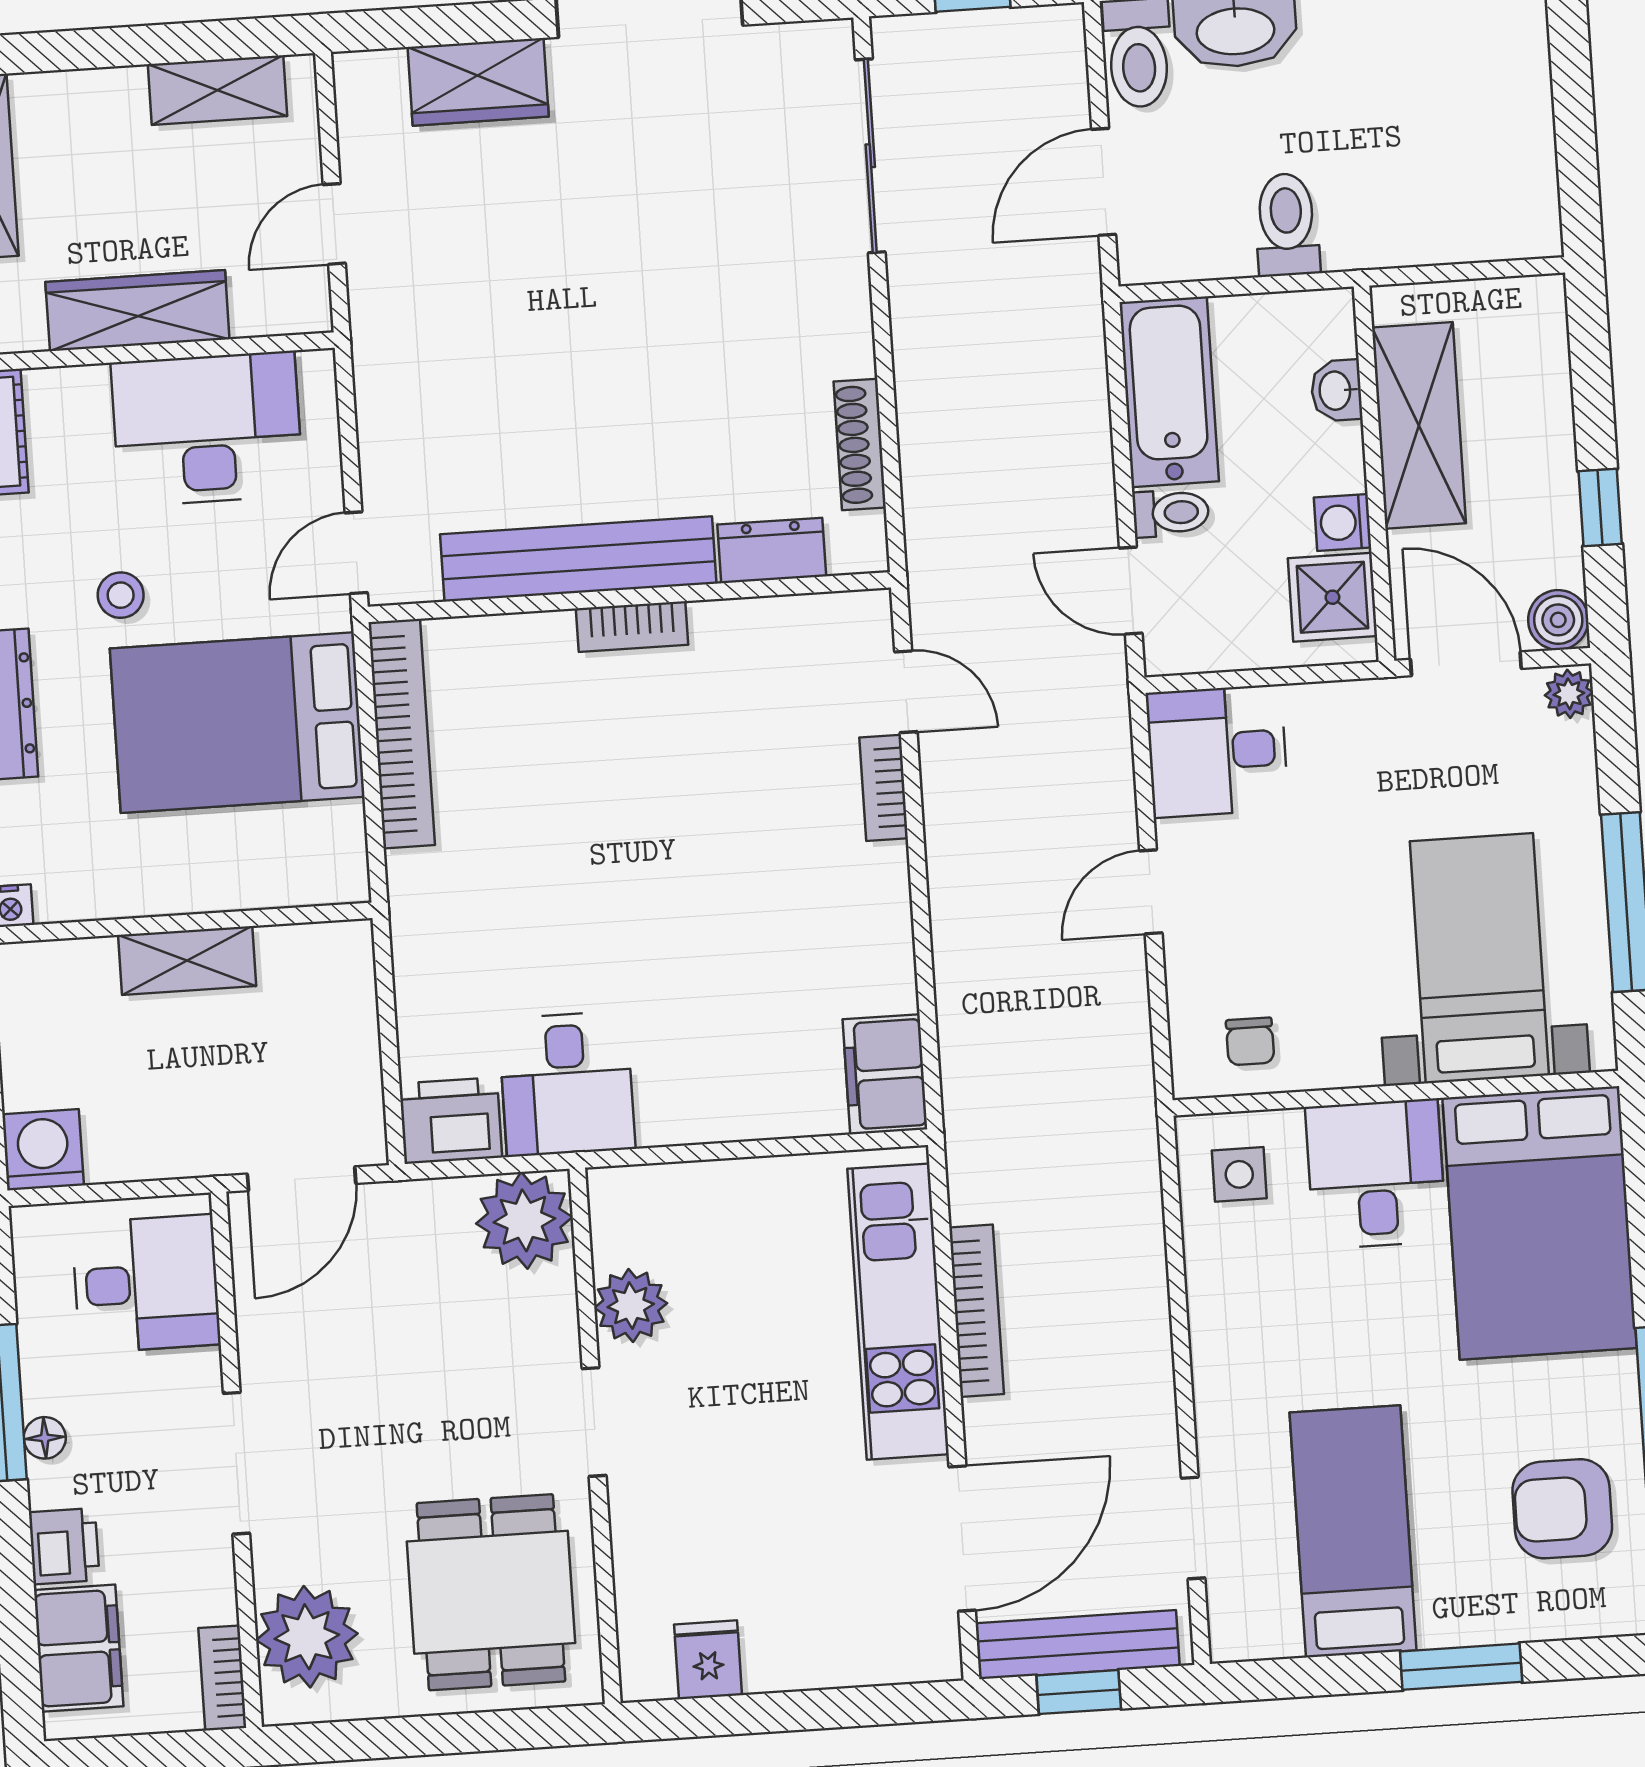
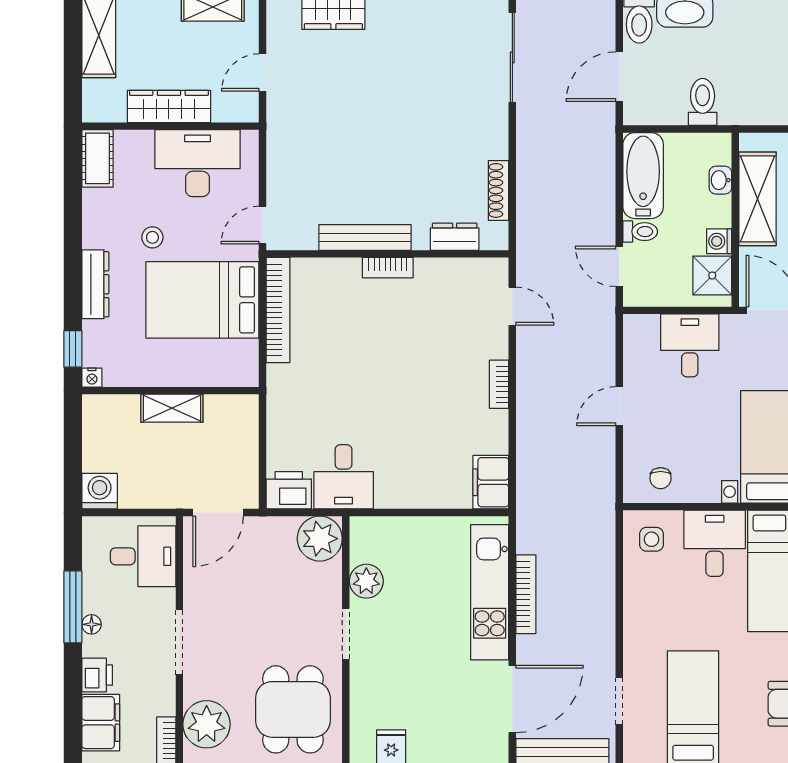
bench: (578, 559) -> (365, 237), width x0.73, depth x0.82
desk: (1217, 751) -> (690, 345), moved, turned 90
bookcase: (884, 788) -> (499, 384), moved

